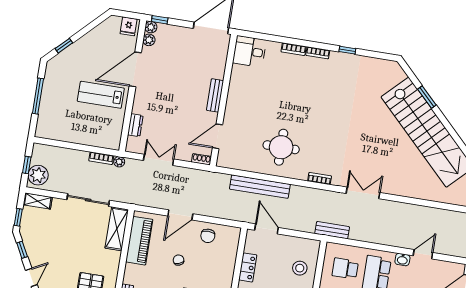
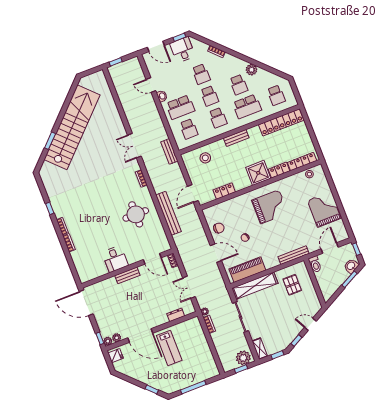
desk: (249, 51) -> (115, 259), moved
shelving: (117, 229) -> (255, 286), width x1.47

